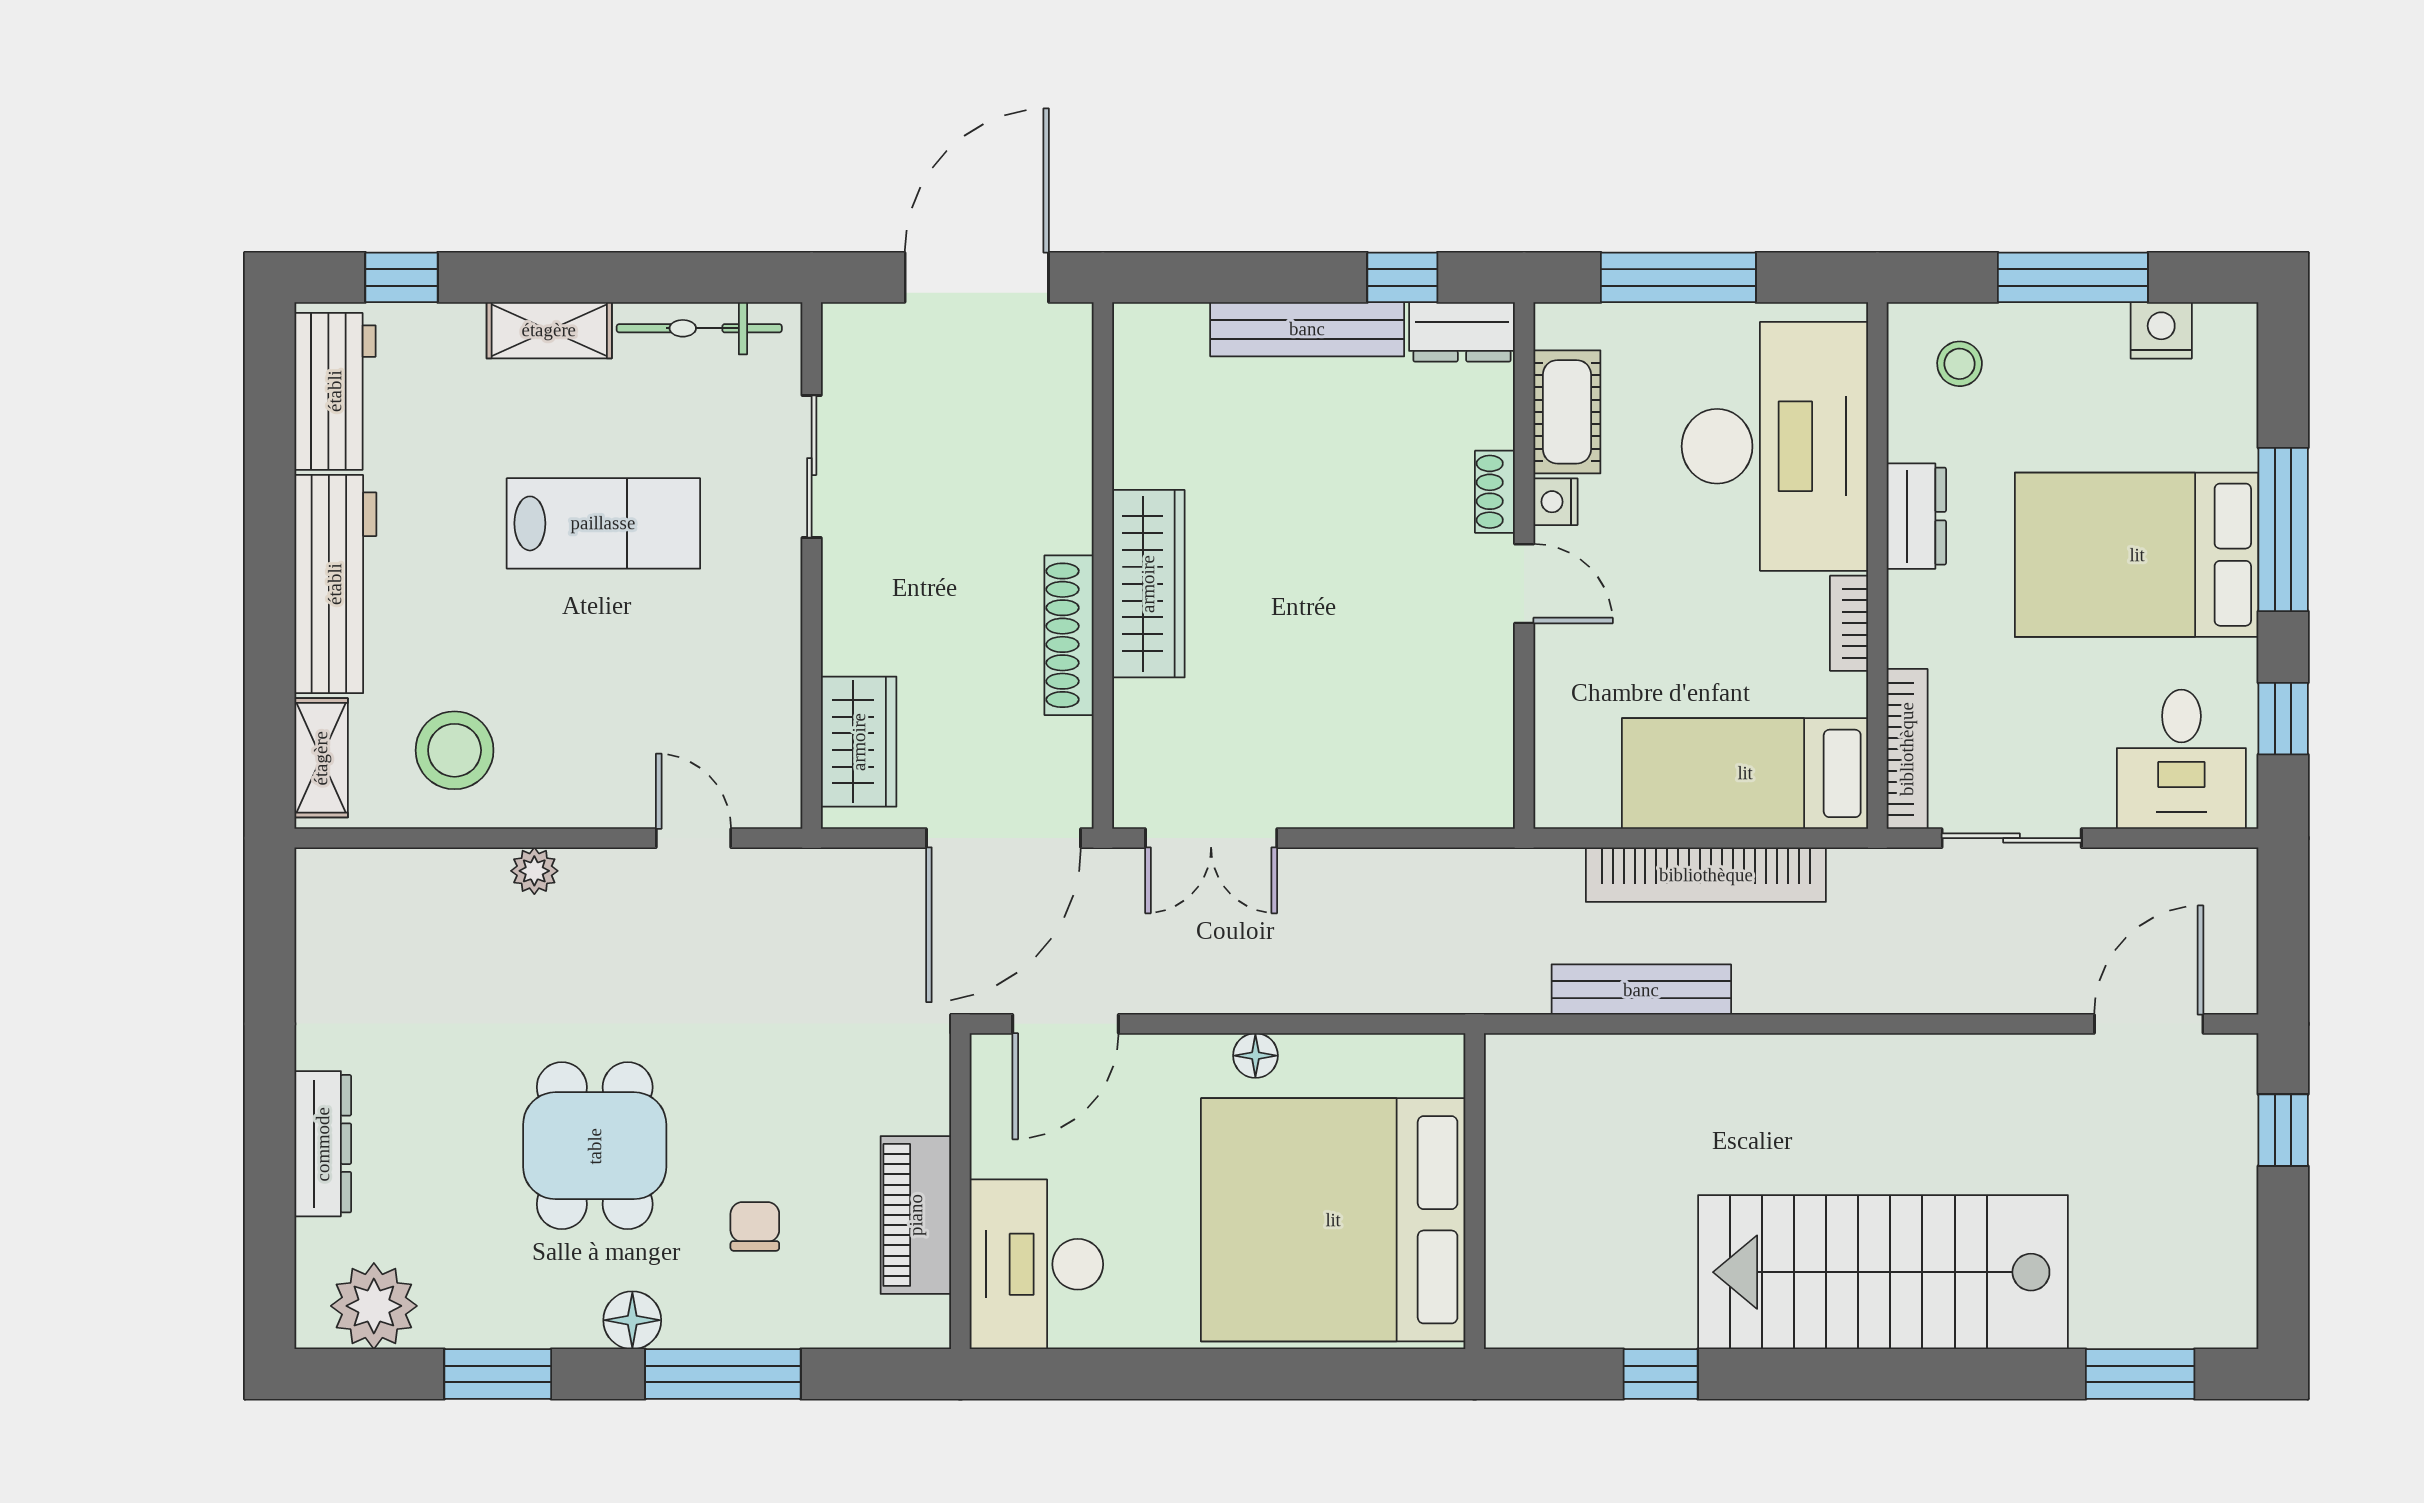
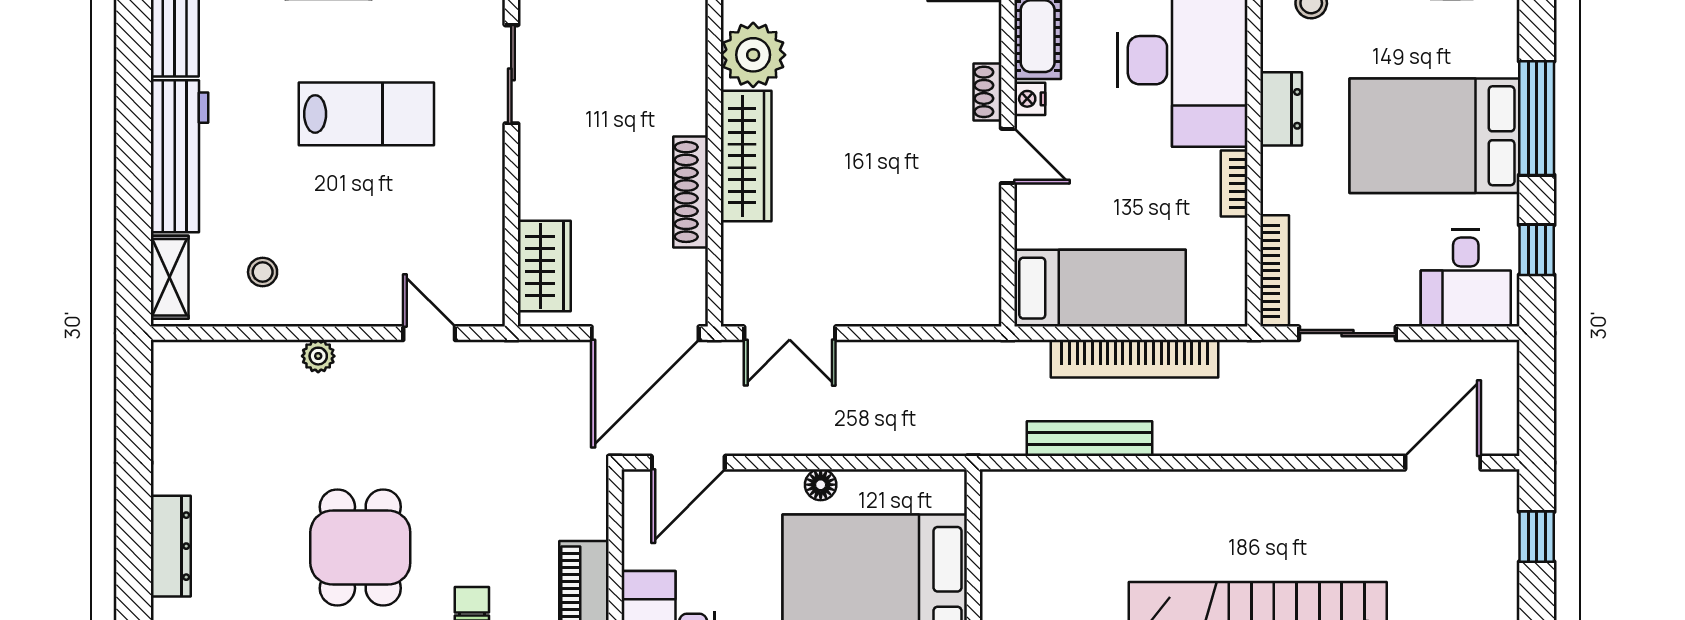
plant: (1159, 439) -> (753, 55), added
stool: (455, 750) -> (263, 272), width x0.53, depth x0.53
bed: (1745, 773) -> (1100, 288), moved, turned 180

